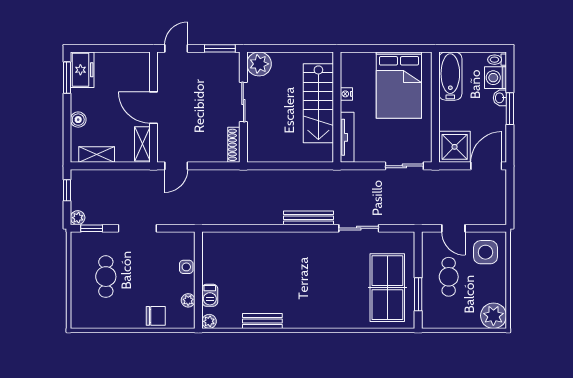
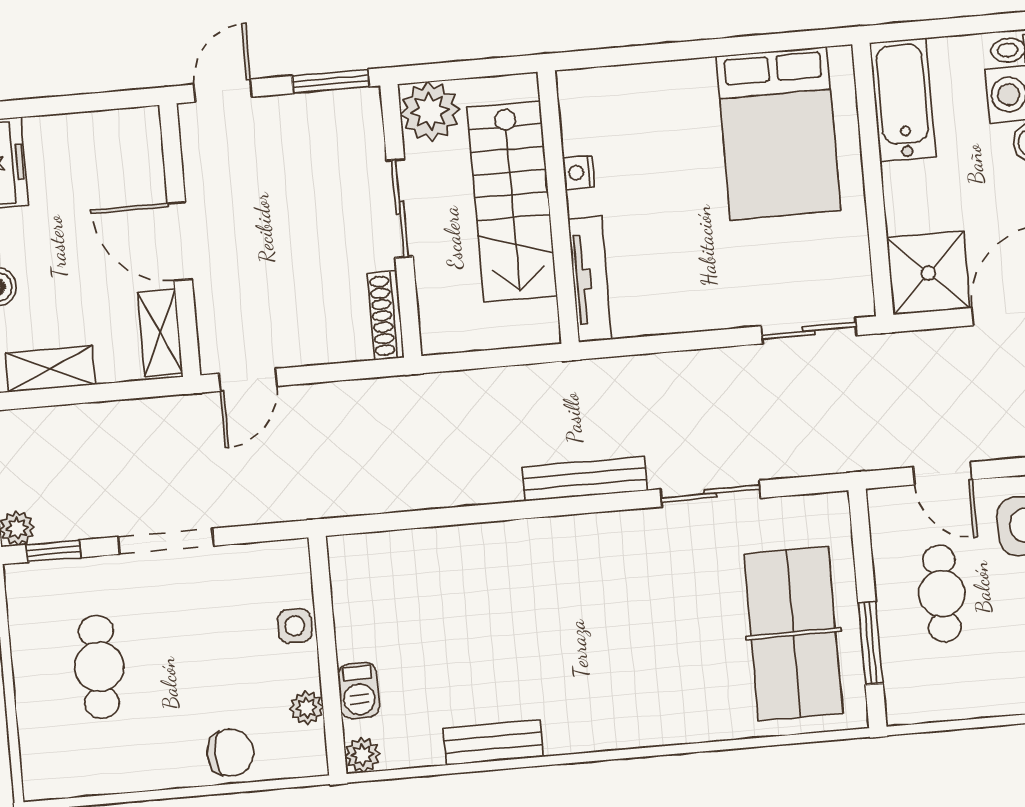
nightstand: (346, 94) -> (579, 172), moved
stairs: (318, 103) -> (512, 201), moved
wall: (337, 107) -> (558, 207), moved
tv unit: (347, 137) -> (590, 279), moved

